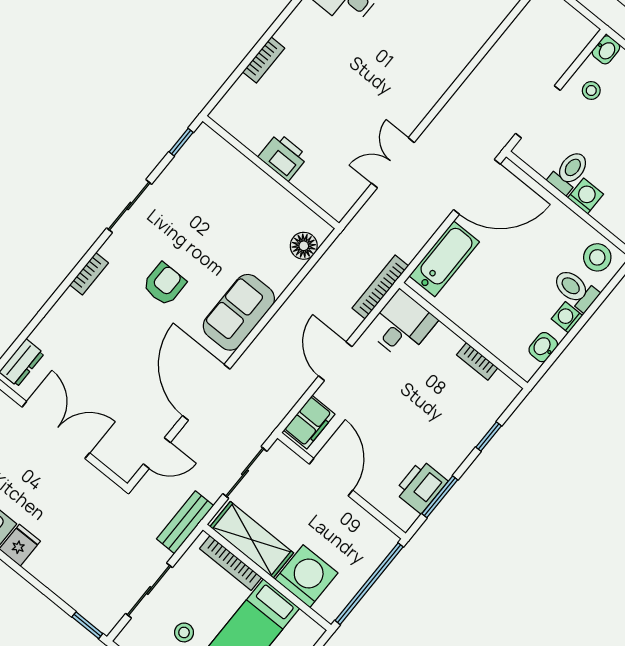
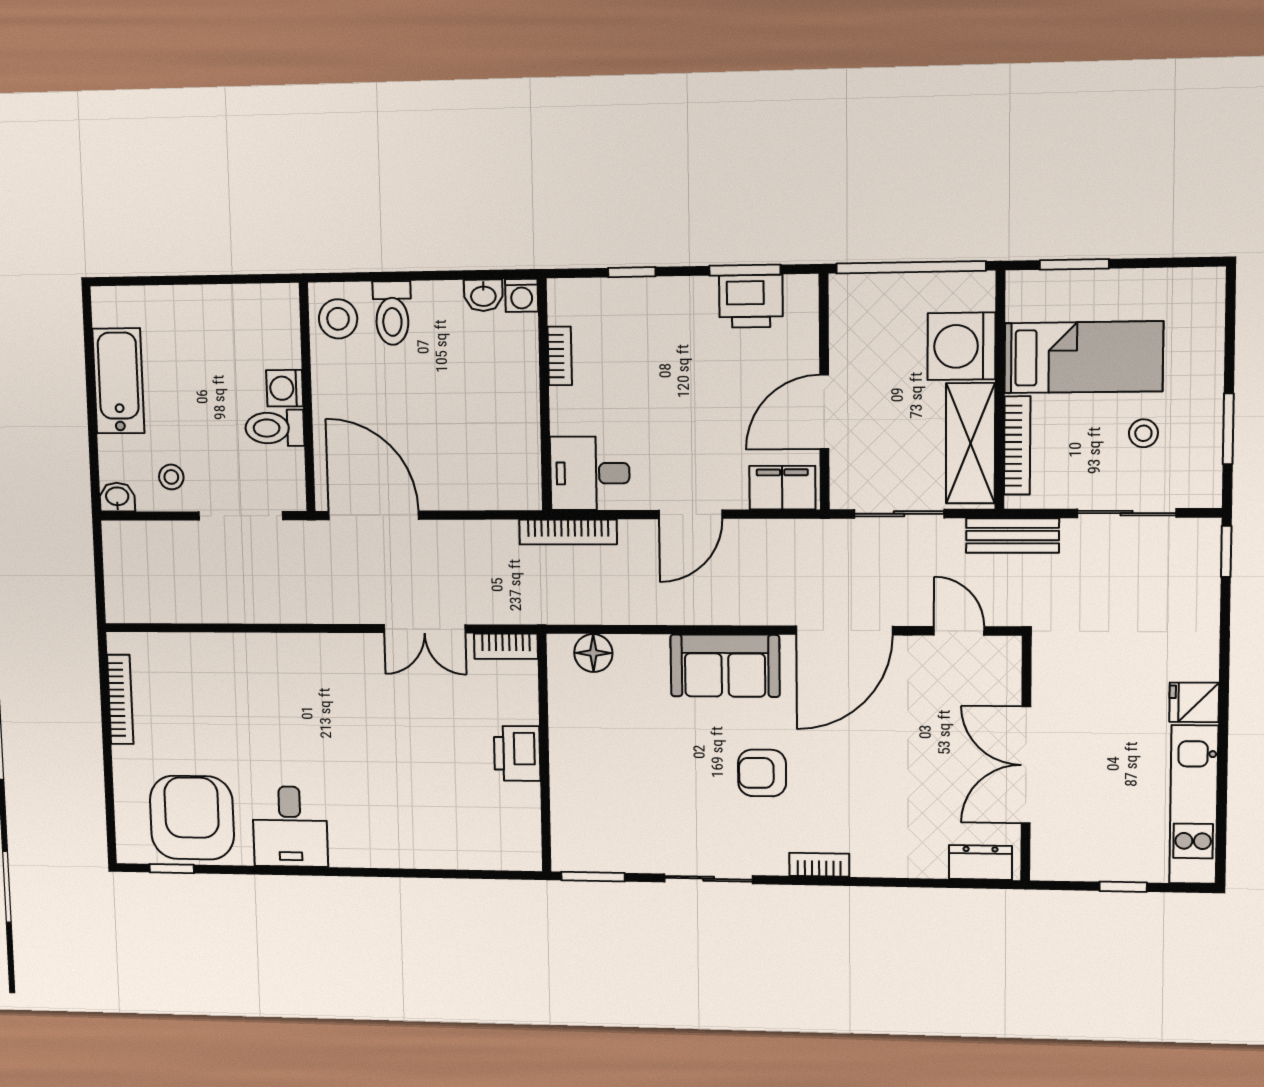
bookcase: (264, 60) -> (506, 646), moved, turned 180
window: (181, 142) -> (593, 877), width x1.50
bathtub: (444, 259) -> (479, 487), removed
washing machine: (567, 317) -> (522, 295), moved

